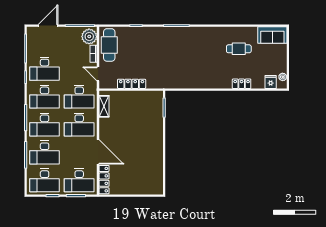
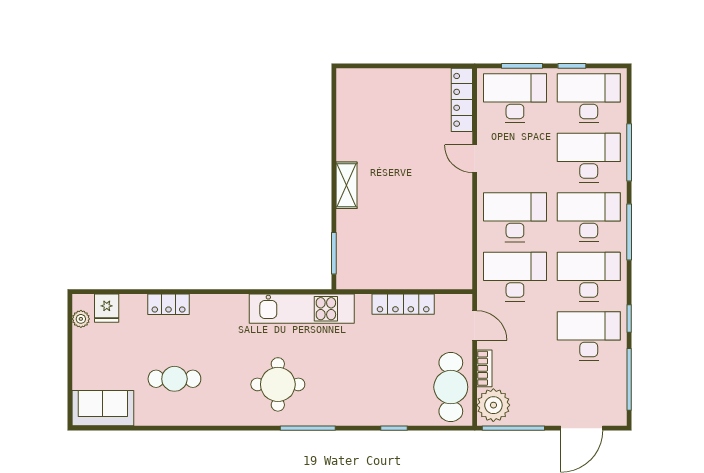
round table: (190, 46) -> (278, 384), added
kitchen unit: (179, 82) -> (302, 309), added
shelving: (104, 106) -> (347, 185), moved
door: (98, 152) -> (475, 159), width x0.53

